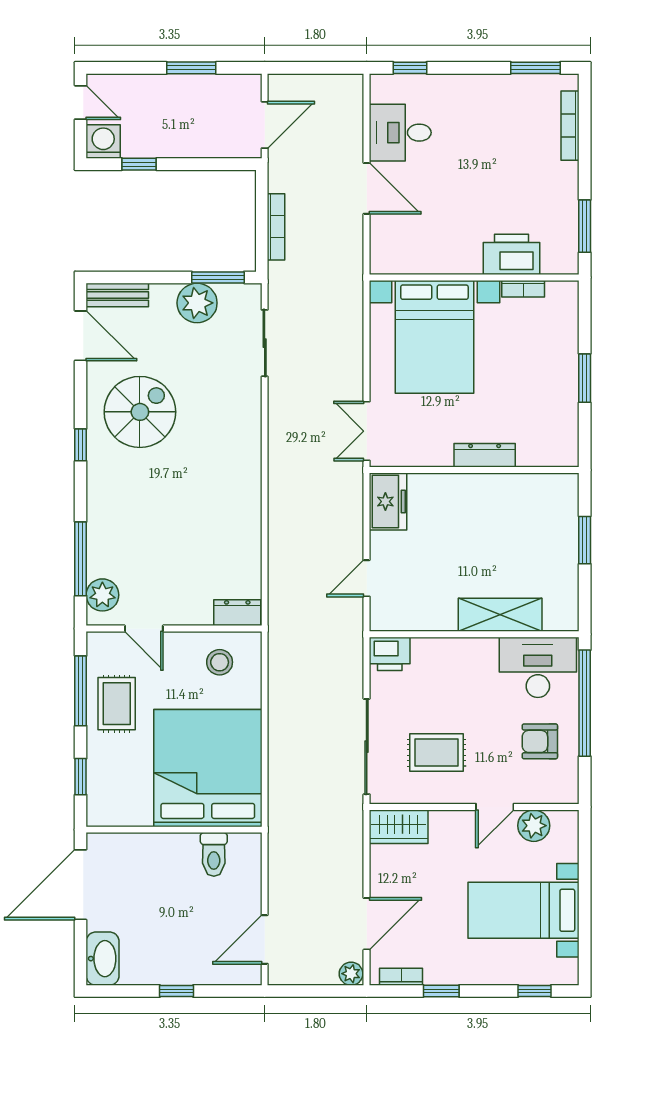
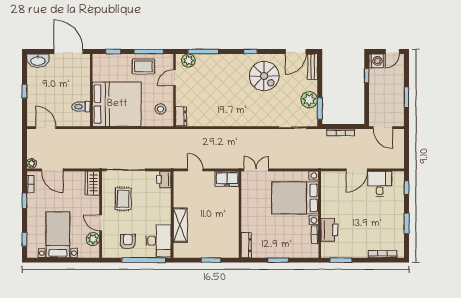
window: (535, 68) -> (406, 223), moved
dresser: (485, 455) -> (246, 245), moved

